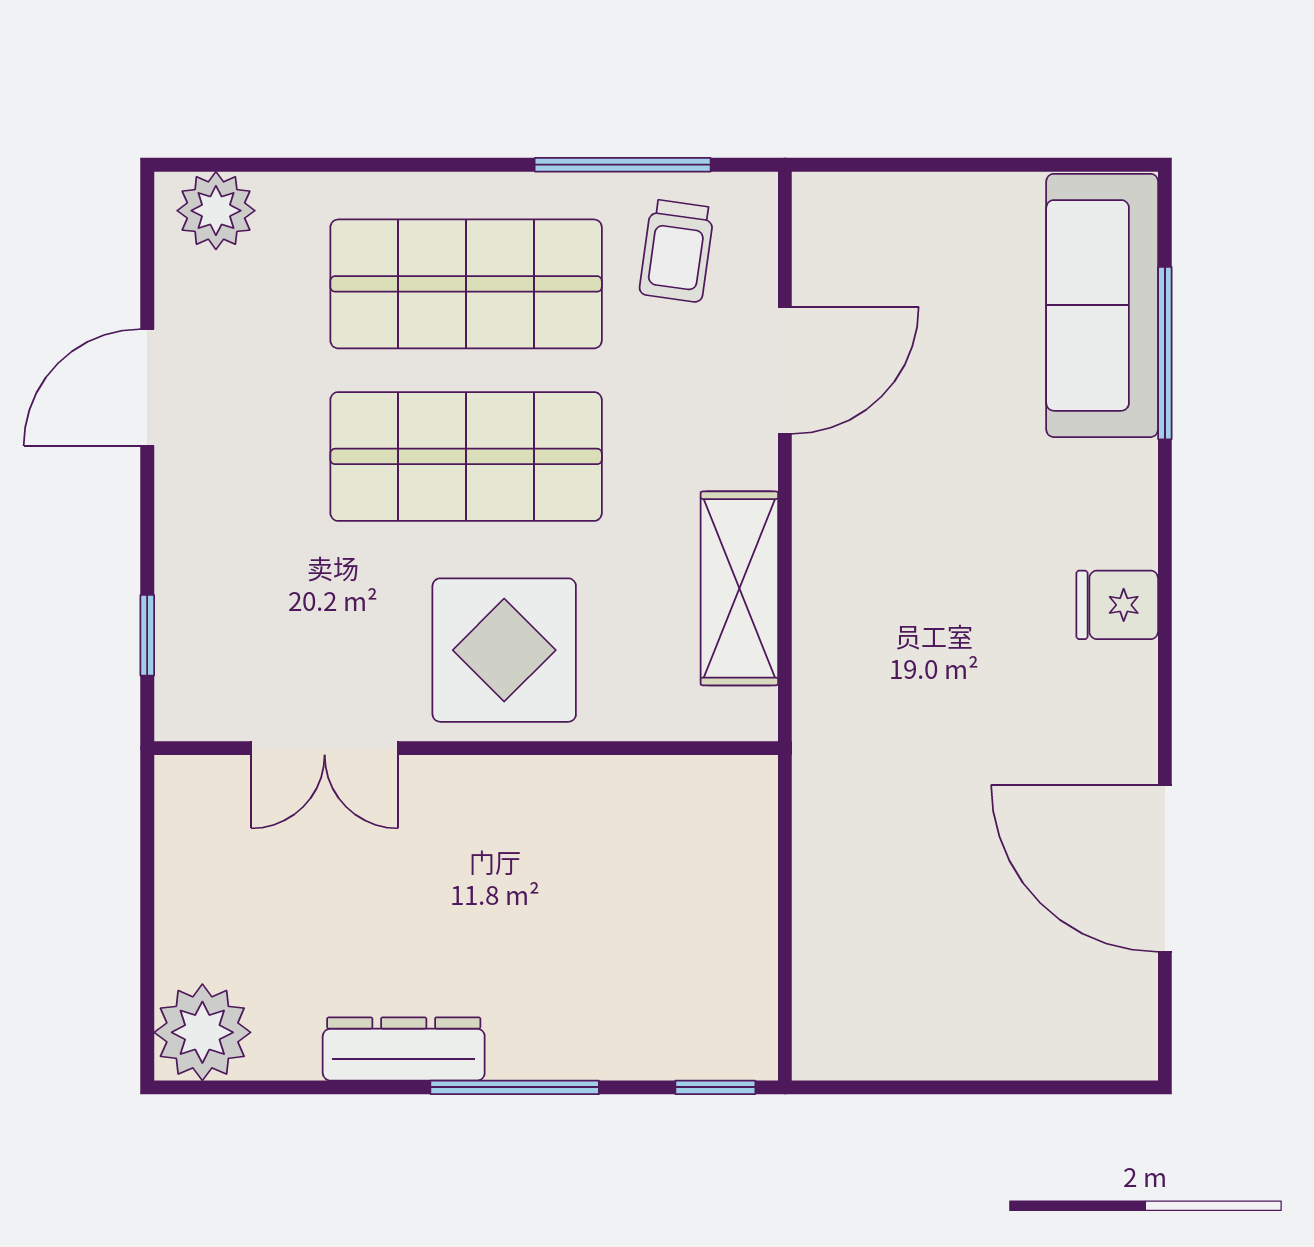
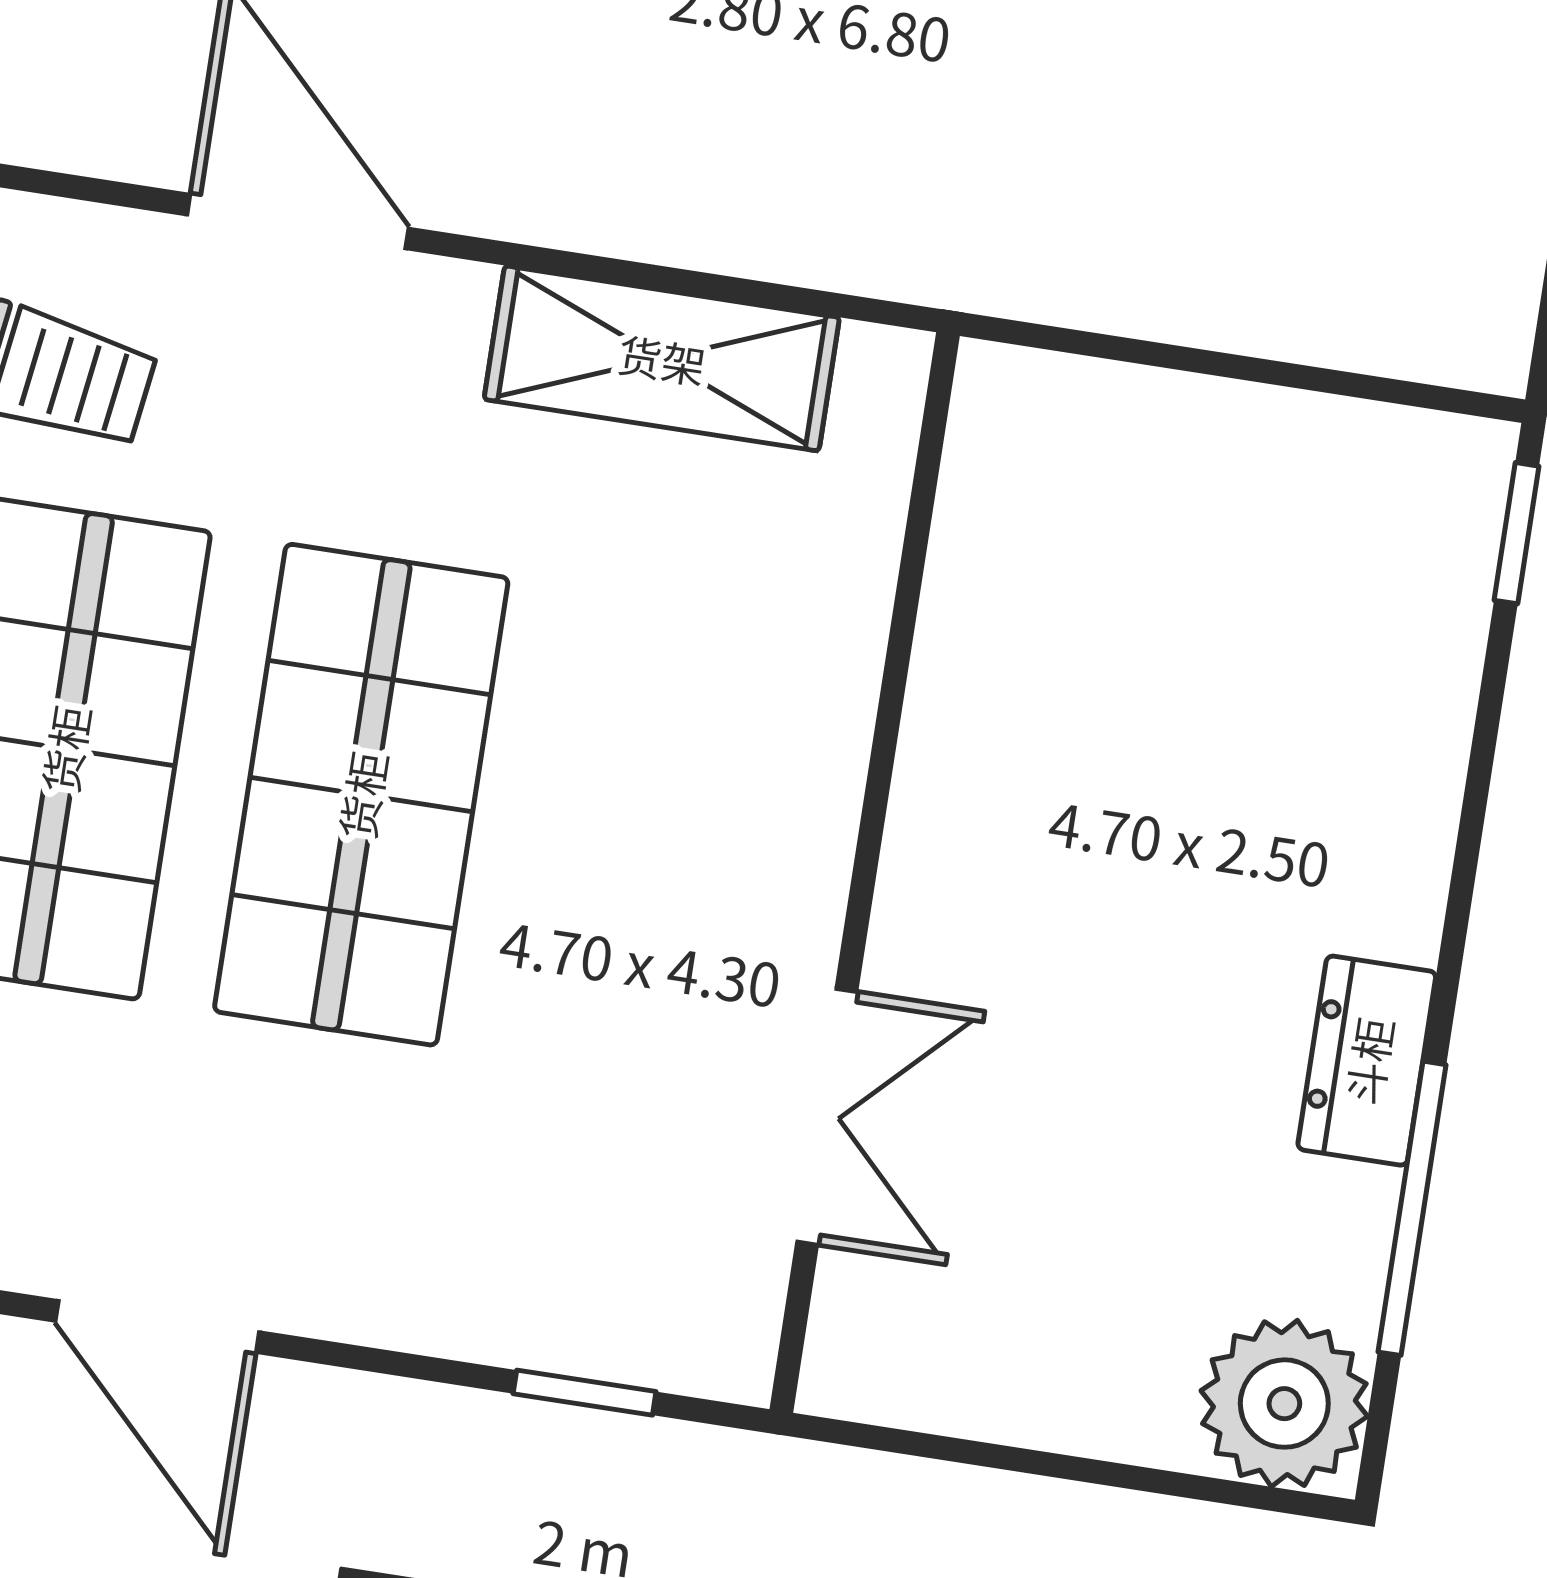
display table: (504, 650) -> (706, 781), removed
dresser: (404, 1049) -> (1367, 1061), width x0.70
window: (515, 1087) -> (1412, 1208), moved

